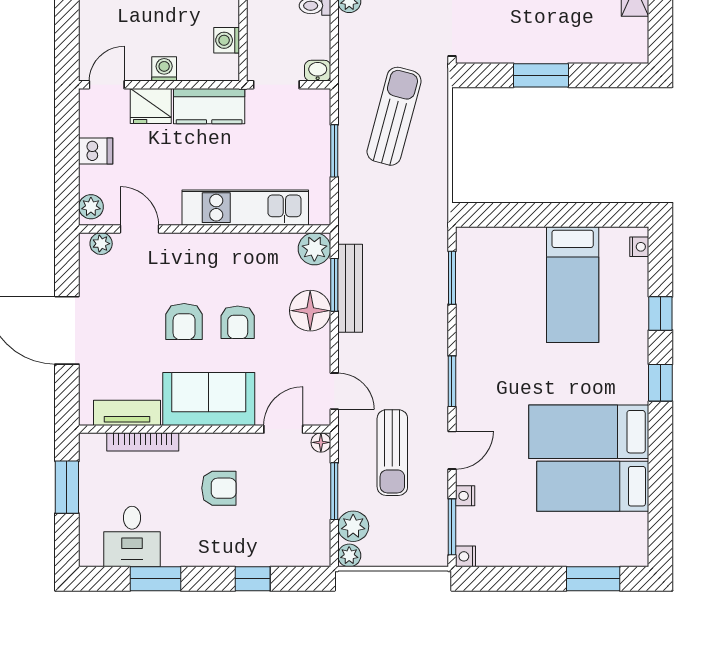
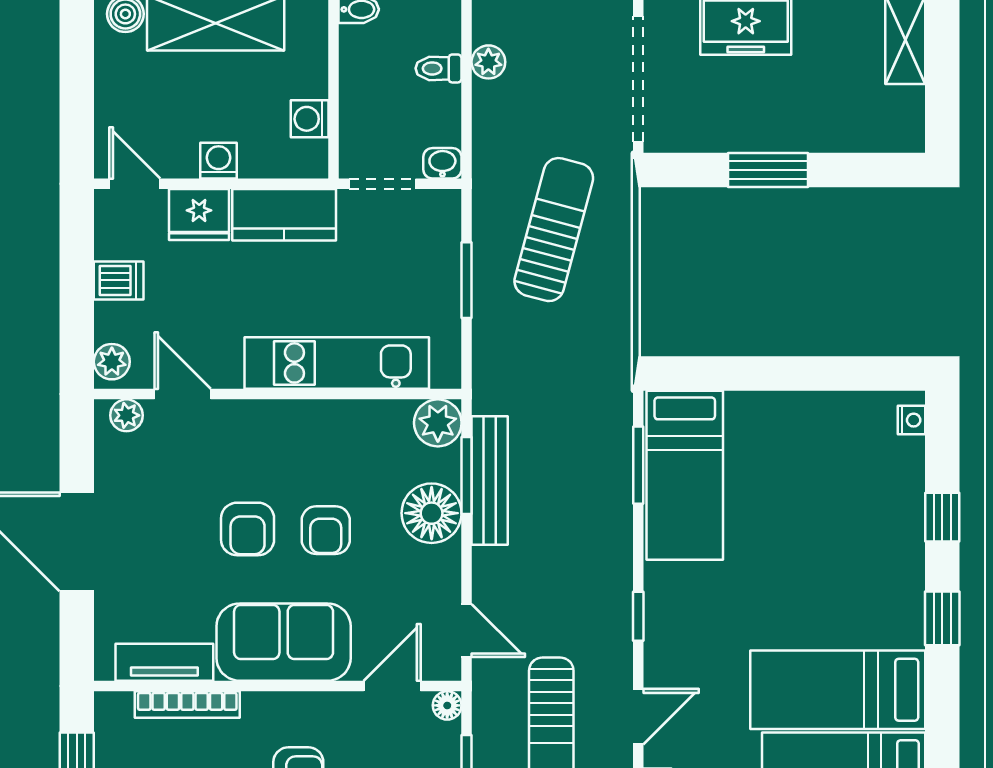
door: (107, 85) -> (135, 184), hinge flipped
bed: (573, 285) -> (685, 475), moved
window: (452, 381) -> (638, 616), width x0.67

